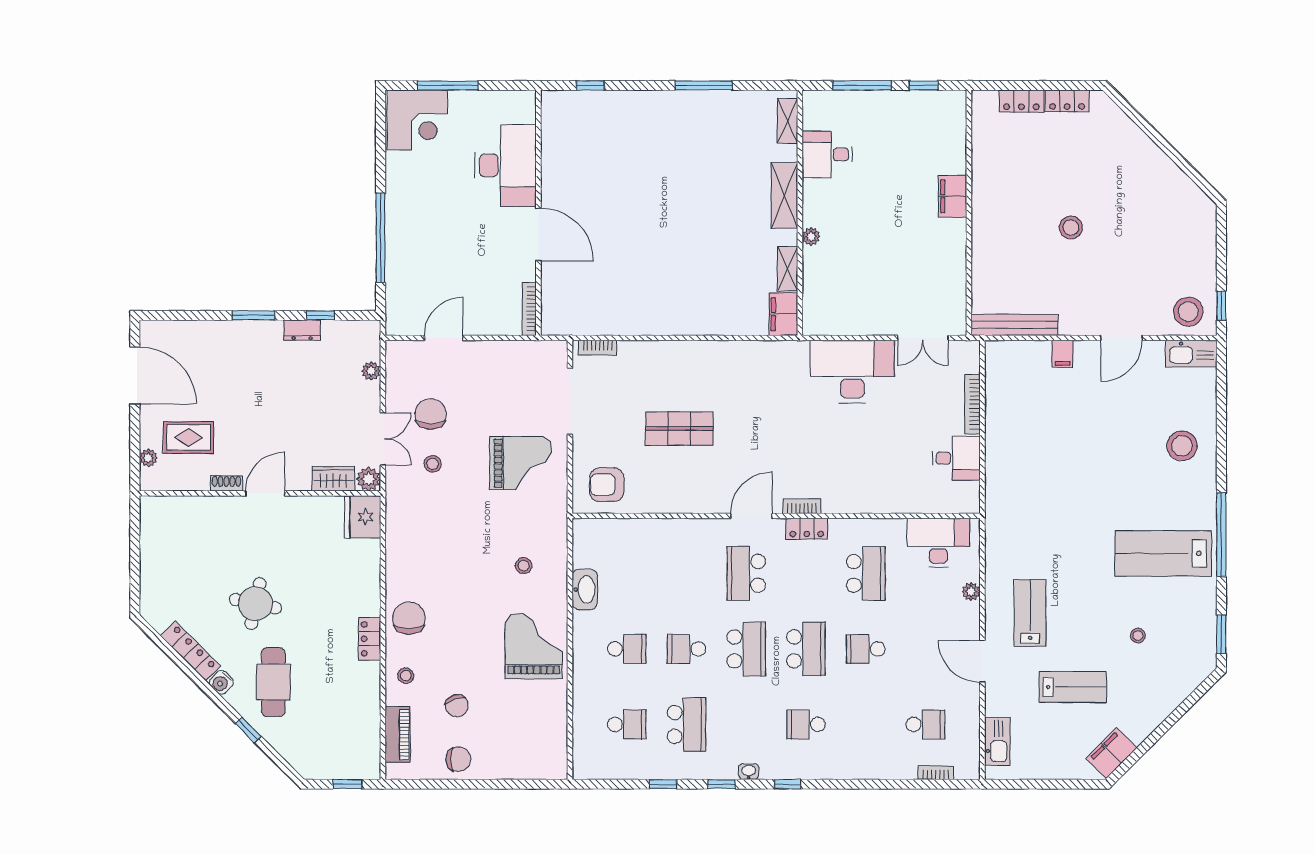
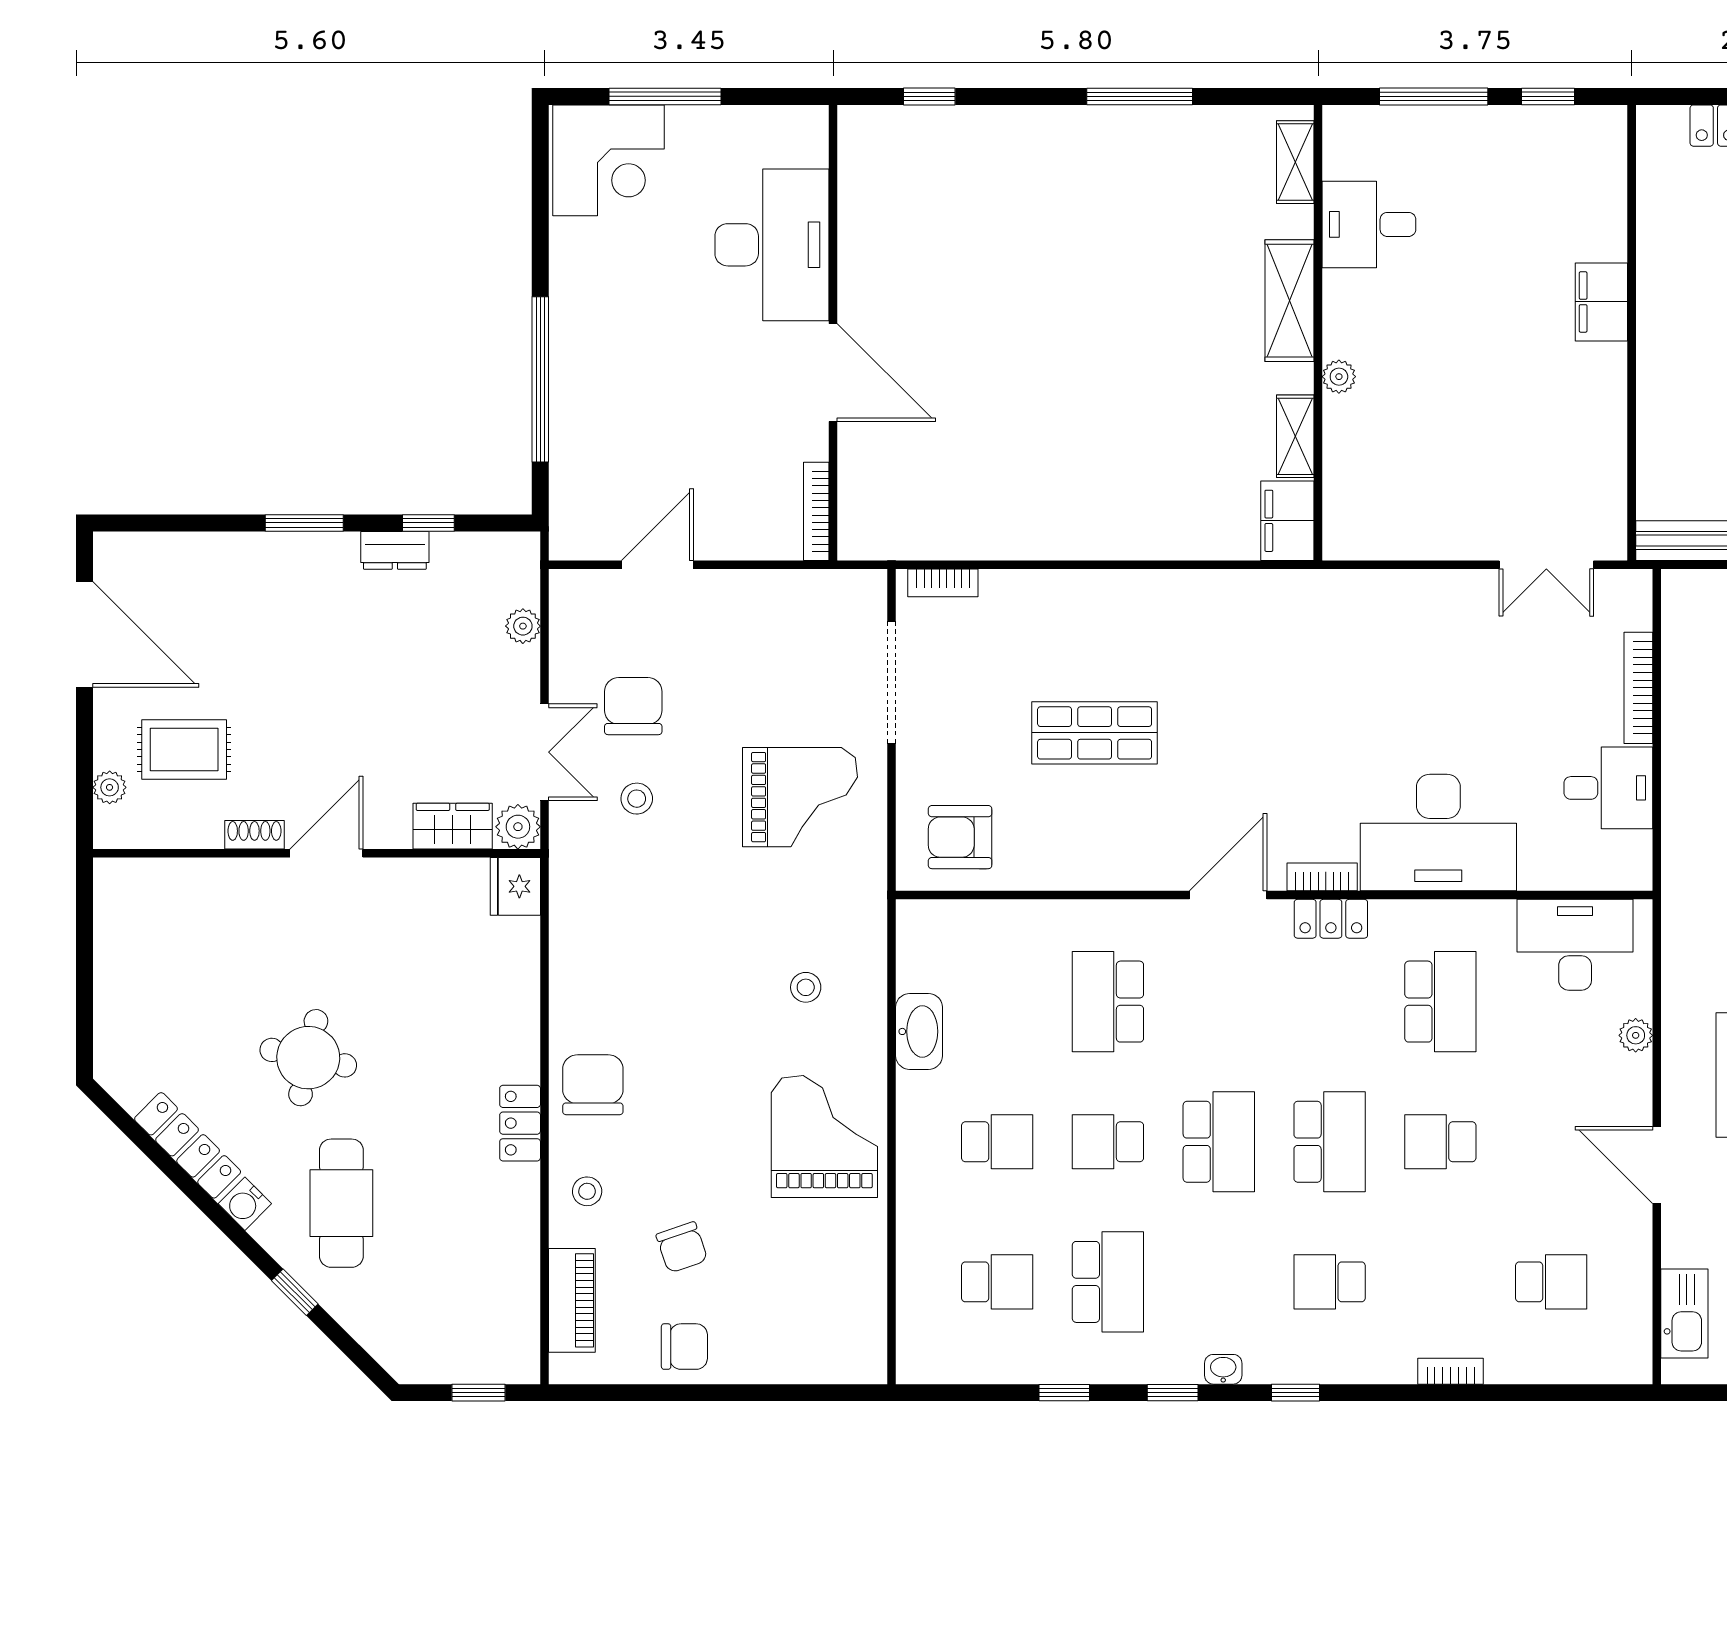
desk: (852, 372) -> (1438, 833), moved, turned 180
fridge: (363, 517) -> (515, 886), width x0.73, depth x0.75
school desk: (746, 573) -> (1108, 1002), moved
bookcase: (936, 773) -> (1451, 1371), moved

